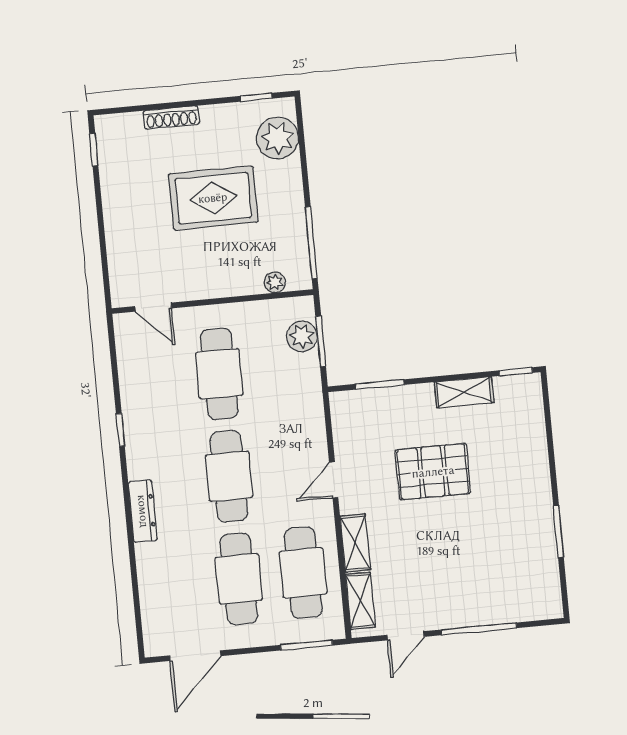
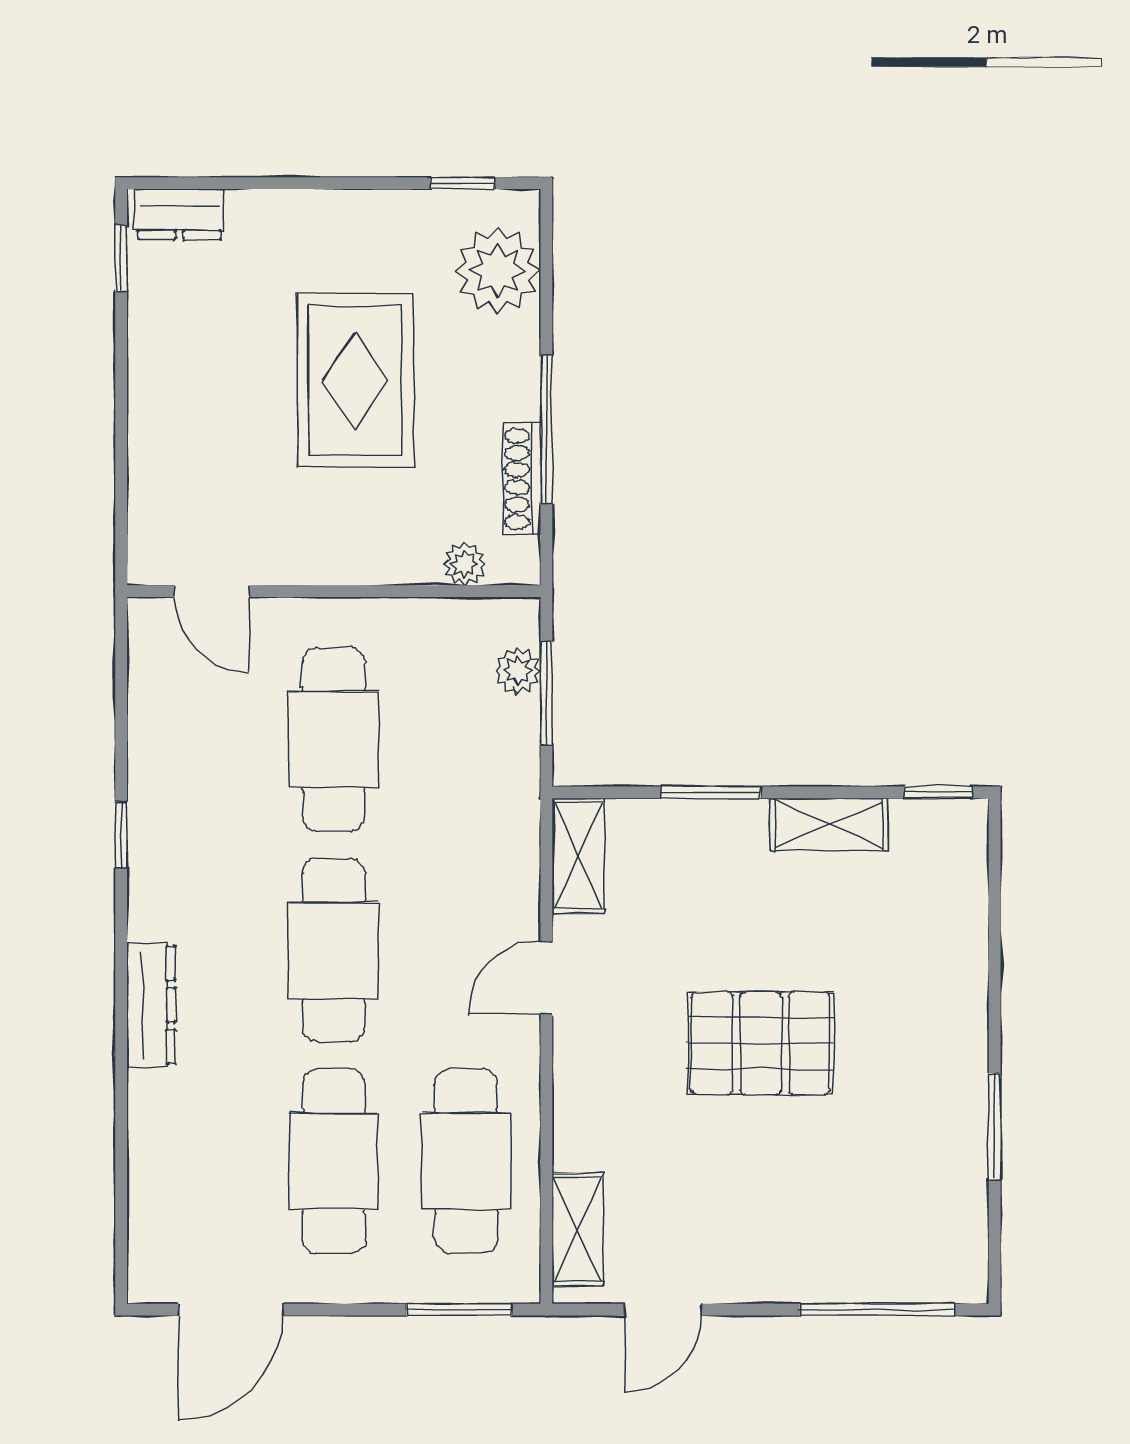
shoe rack: (171, 117) -> (522, 479), moved, turned 90
dresser: (120, 125) -> (180, 214), added
rug: (213, 198) -> (355, 380), turned 90
window: (311, 243) -> (546, 429), moved
plant: (302, 336) -> (518, 671), width x0.73, depth x0.73
window: (380, 384) -> (711, 792), moved
pallet: (433, 472) -> (761, 1043), moved
shelving: (355, 543) -> (578, 856), moved
window: (479, 629) -> (877, 1310), moved

